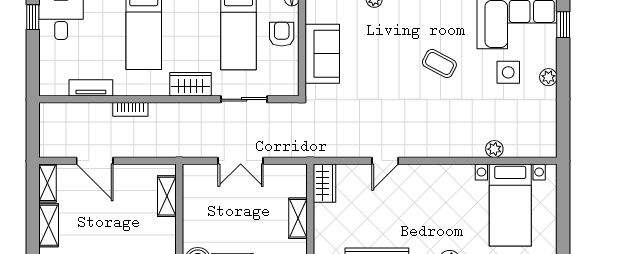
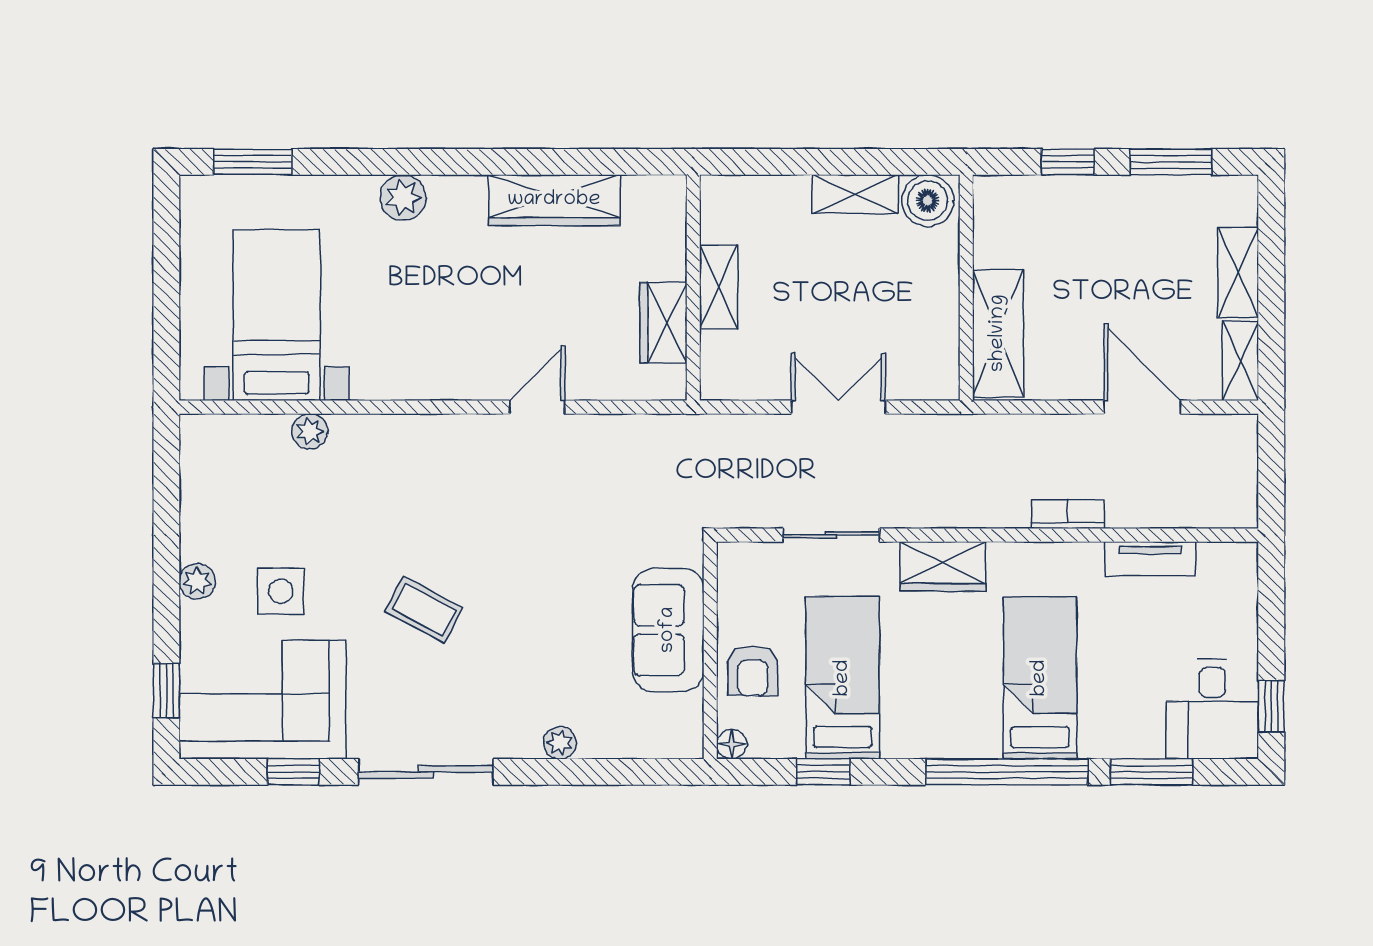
wardrobe: (325, 183) -> (664, 323), moved
shelving: (167, 196) -> (998, 333), width x1.50, depth x1.33

